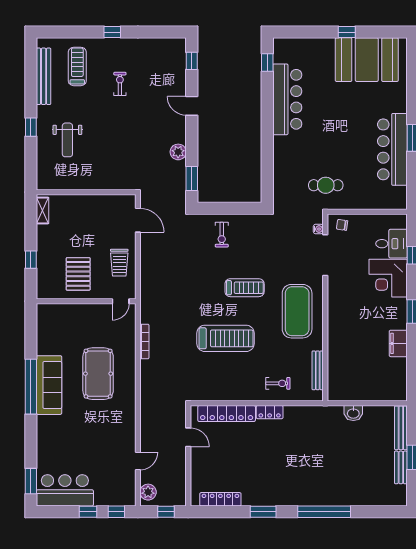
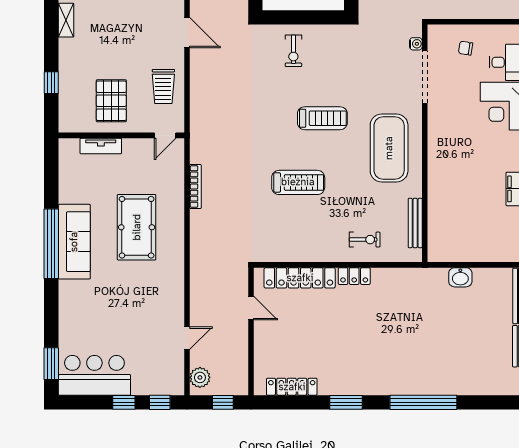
chair: (342, 225) -> (466, 48), moved
tv unit: (70, 310) -> (101, 146), added
treadmill: (225, 338) -> (298, 182), width x0.73, depth x0.73

